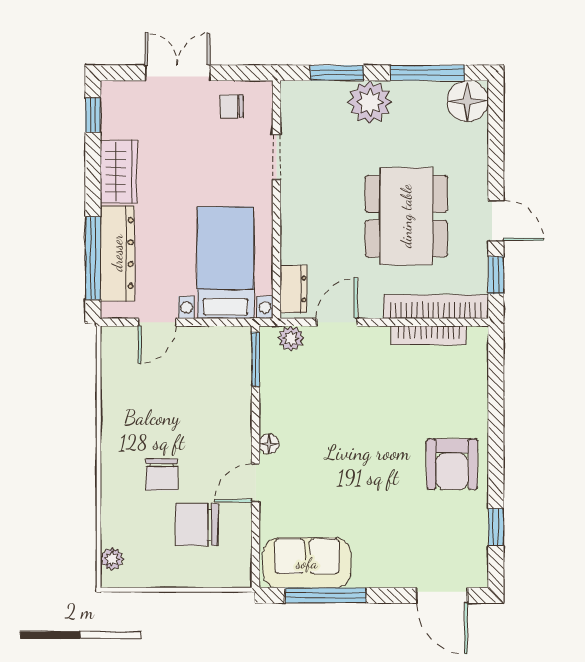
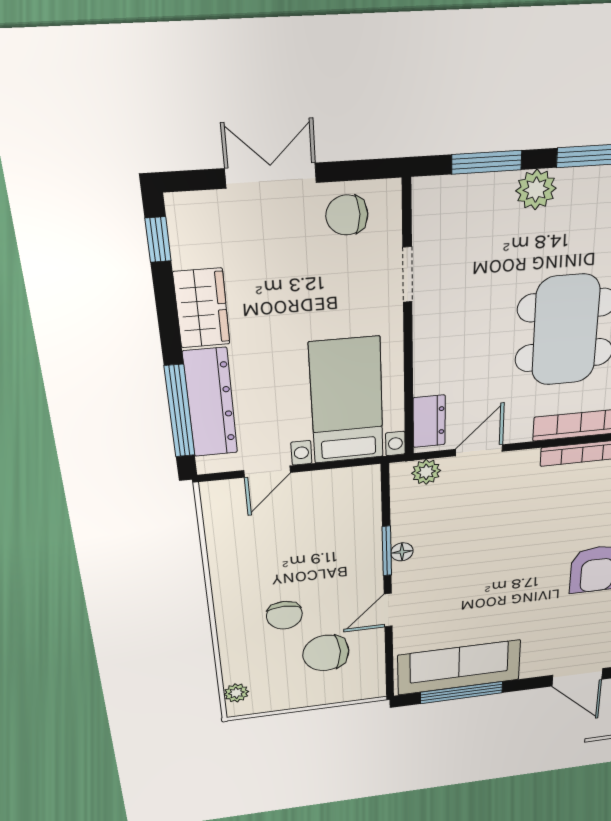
plant: (370, 102) -> (536, 190), width x0.73, depth x0.73
chair: (231, 106) -> (347, 215), width x1.37, depth x1.37
window: (256, 359) -> (387, 551), moved
floor lamp: (269, 444) -> (402, 552), moved
sofa: (307, 563) -> (459, 667), width x1.36

